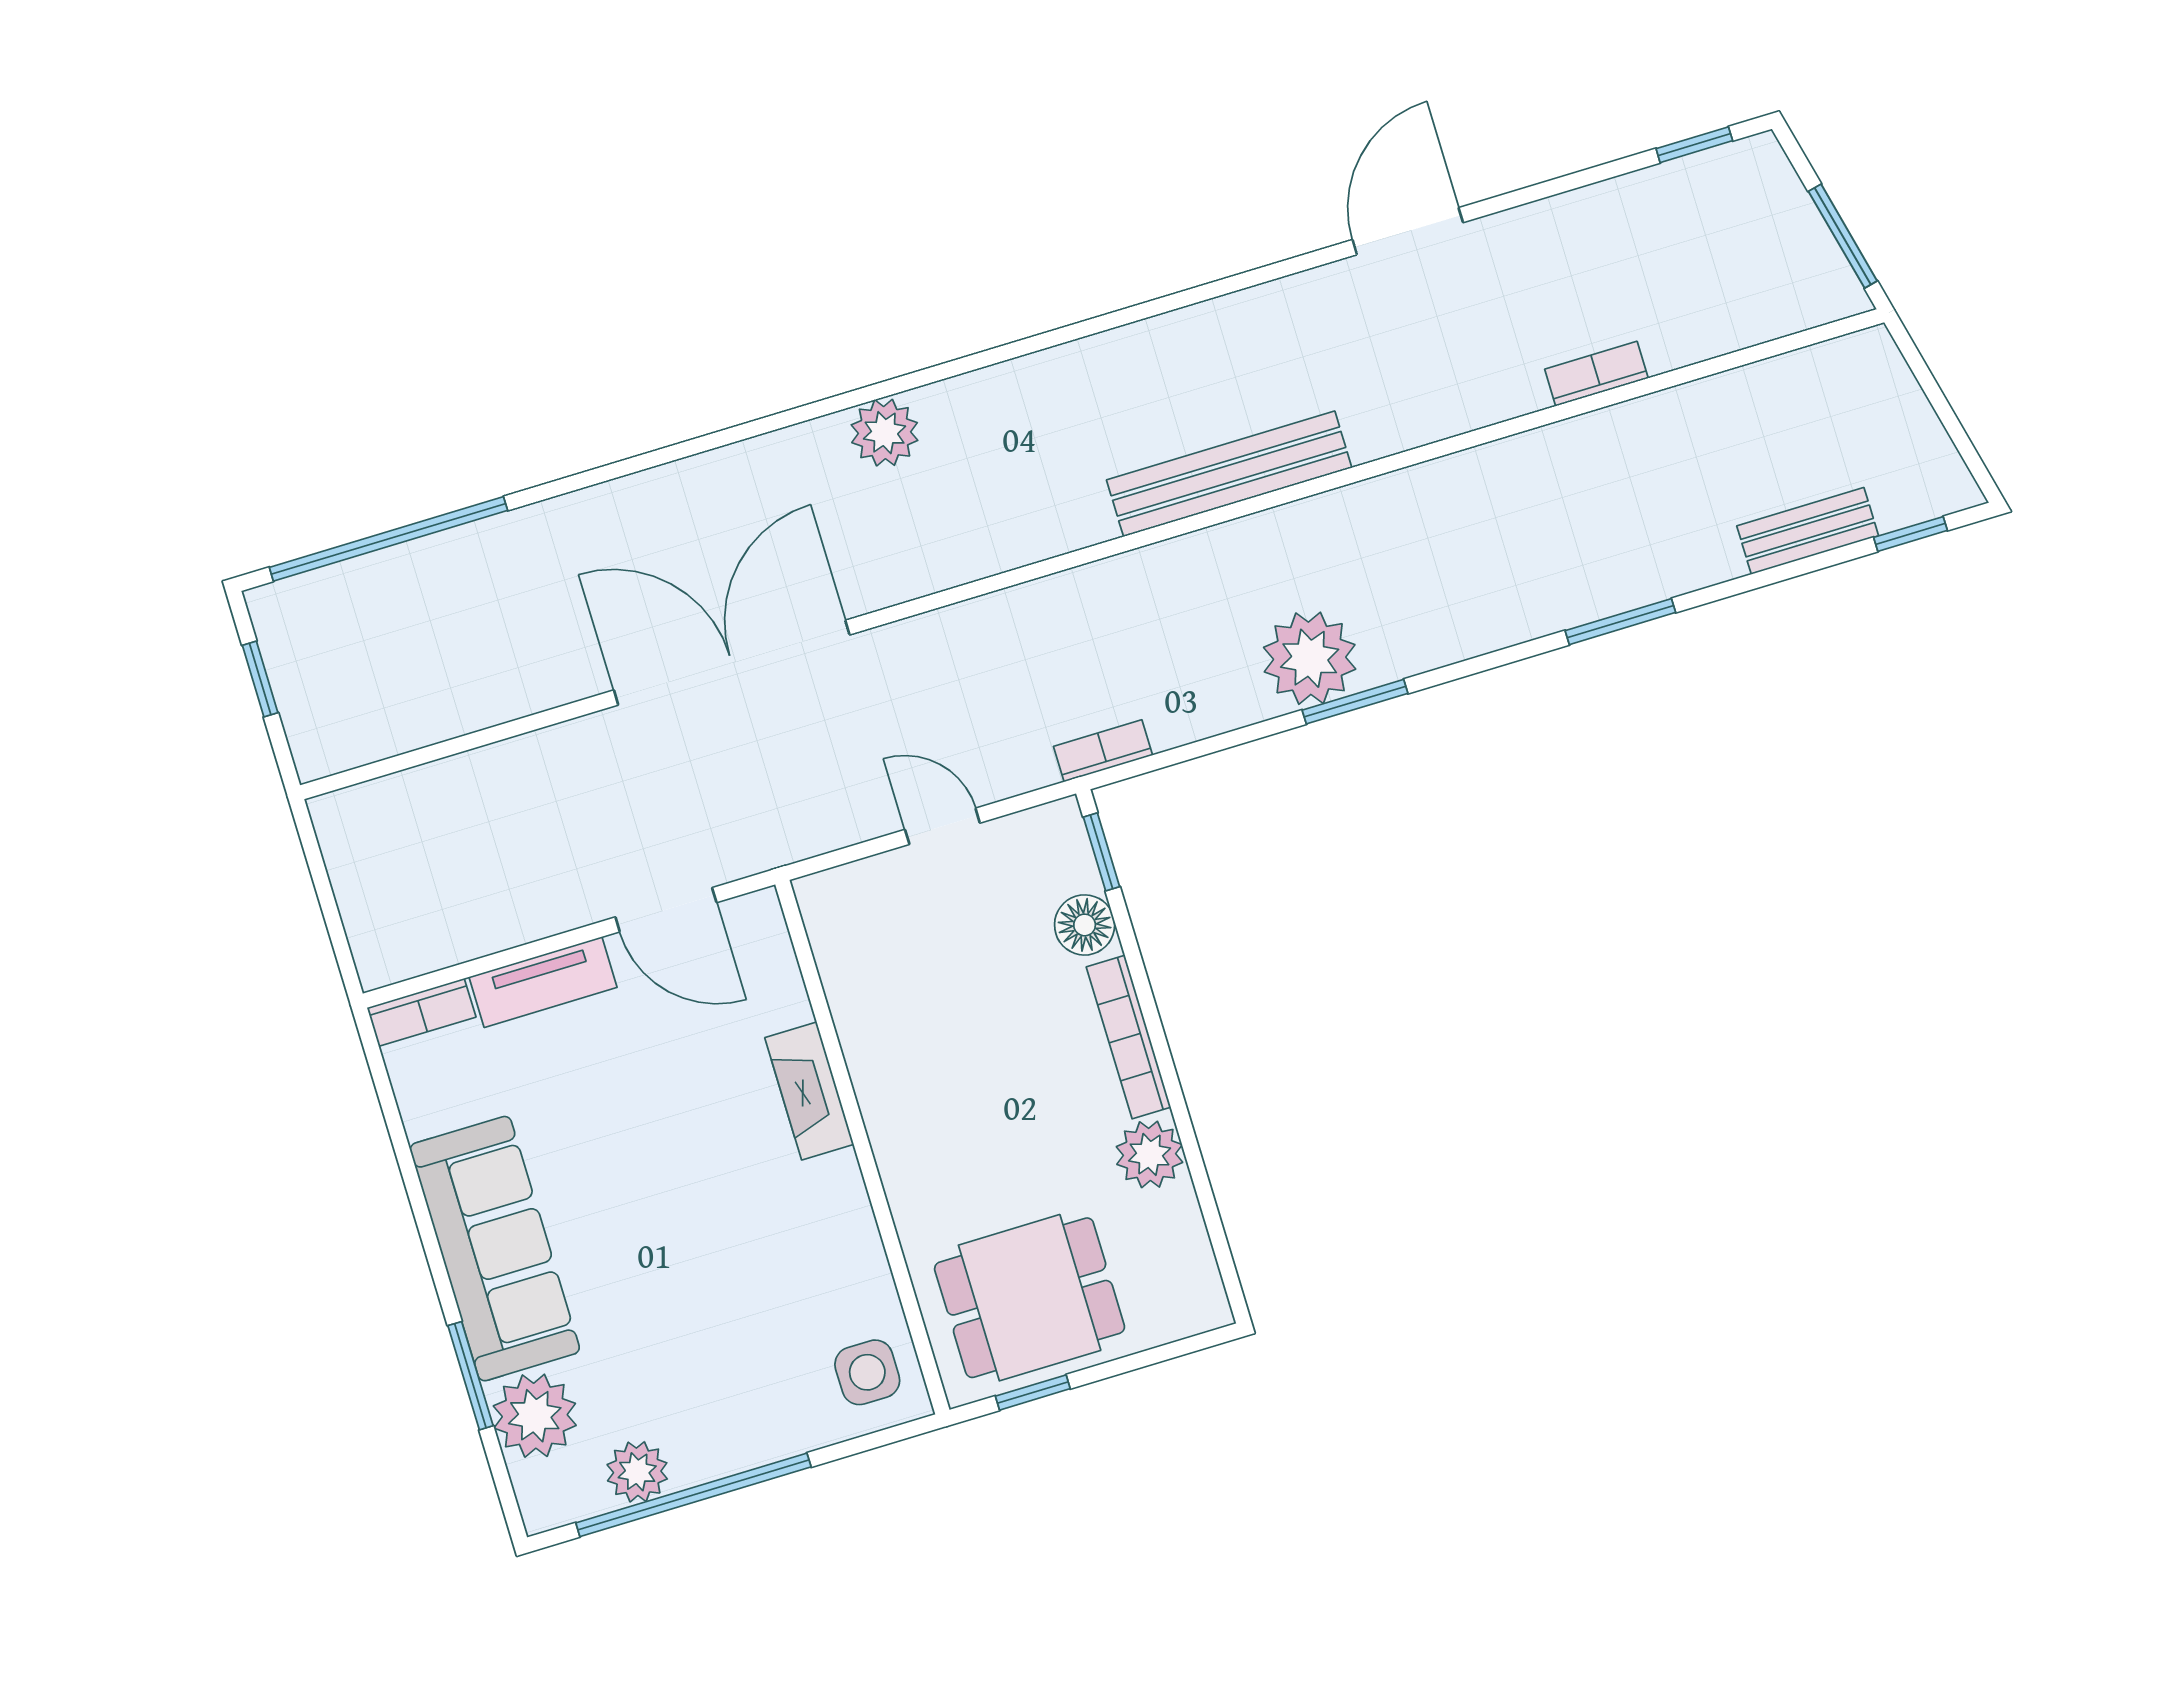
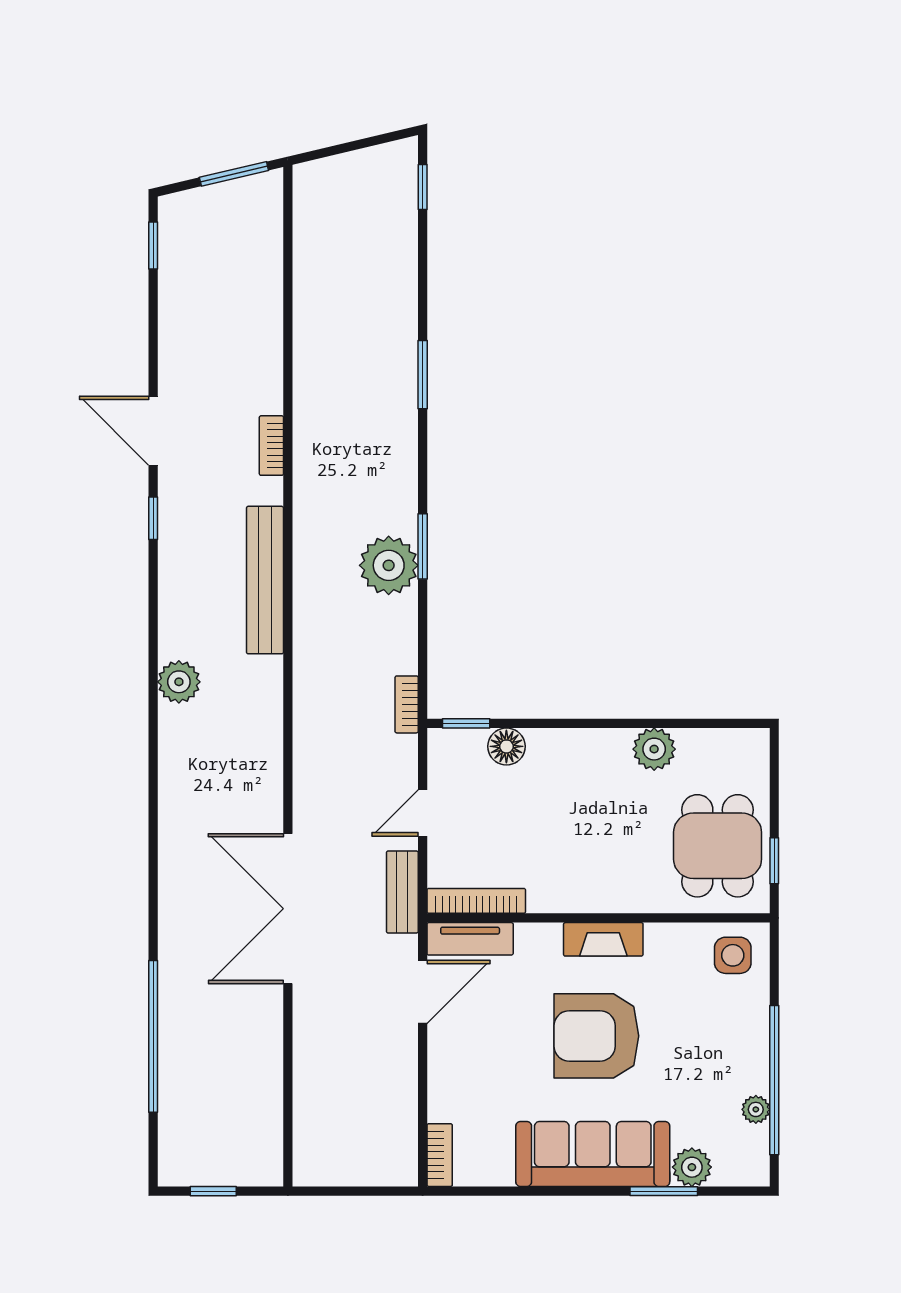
window: (1273, 272) -> (153, 518), added
bookcase: (1596, 374) -> (271, 446), moved
plant: (885, 433) -> (179, 682), moved
bench: (1808, 531) -> (402, 892), moved
window: (388, 539) -> (153, 1036), moved
tv unit: (543, 982) -> (470, 939), moved, turned 90
bookcase: (1129, 1037) -> (476, 901), moved, turned 180
fireplace: (809, 1091) -> (603, 939), moved
armchair: (679, 1199) -> (596, 1036), added
plant: (535, 1416) -> (692, 1167), width x0.73, depth x0.73
plant: (637, 1472) -> (756, 1109), width x0.73, depth x0.73

